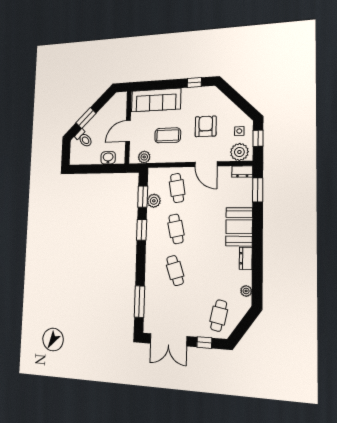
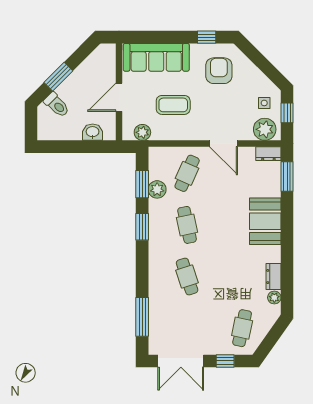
armchair: (206, 126) -> (219, 71), moved
cafe table: (177, 188) -> (187, 173), turned 33
dresser: (246, 258) -> (273, 277), moved

